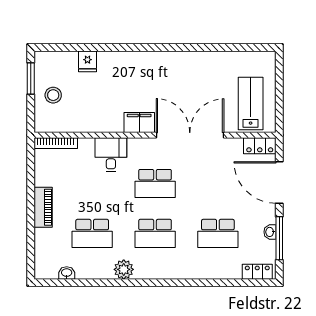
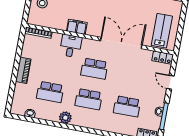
filing cabinet: (139, 122) -> (77, 27), moved
door: (279, 183) -> (170, 82), width x0.53

